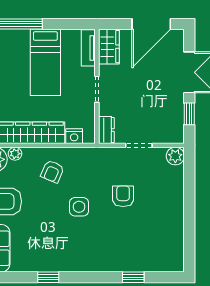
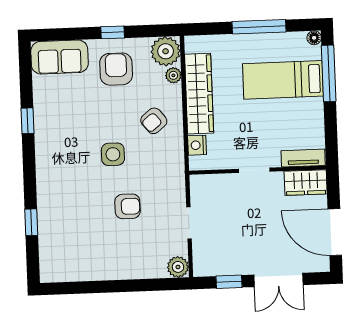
bed: (45, 62) -> (283, 80), moved
dresser: (106, 130) -> (206, 183), removed
armchair: (52, 172) -> (154, 121), turned -62

